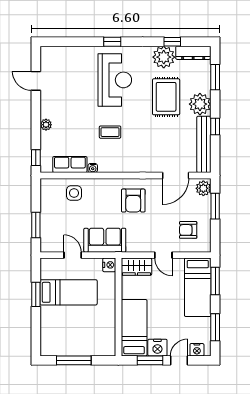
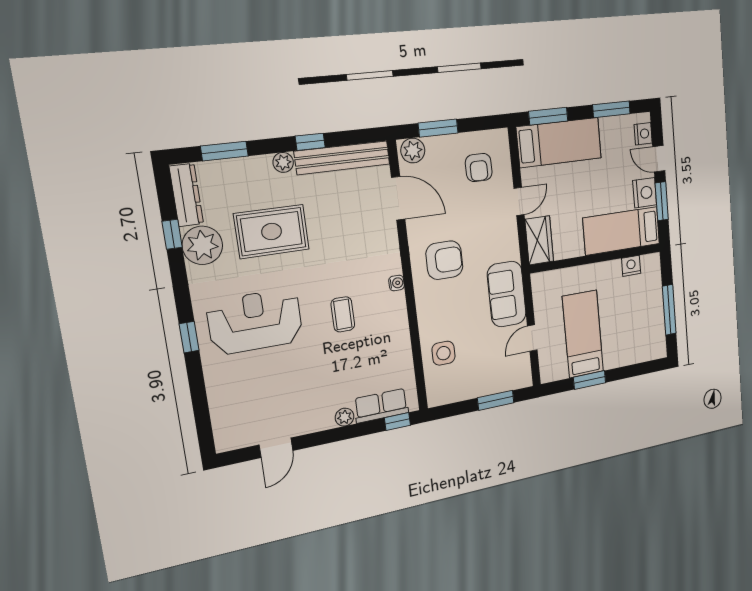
plant: (200, 104) -> (283, 162), width x0.53, depth x0.53
row of seats: (70, 164) -> (381, 406), moved, turned 90
water cooler: (93, 168) -> (397, 283), moved
nightstand: (109, 265) -> (631, 266), moved

